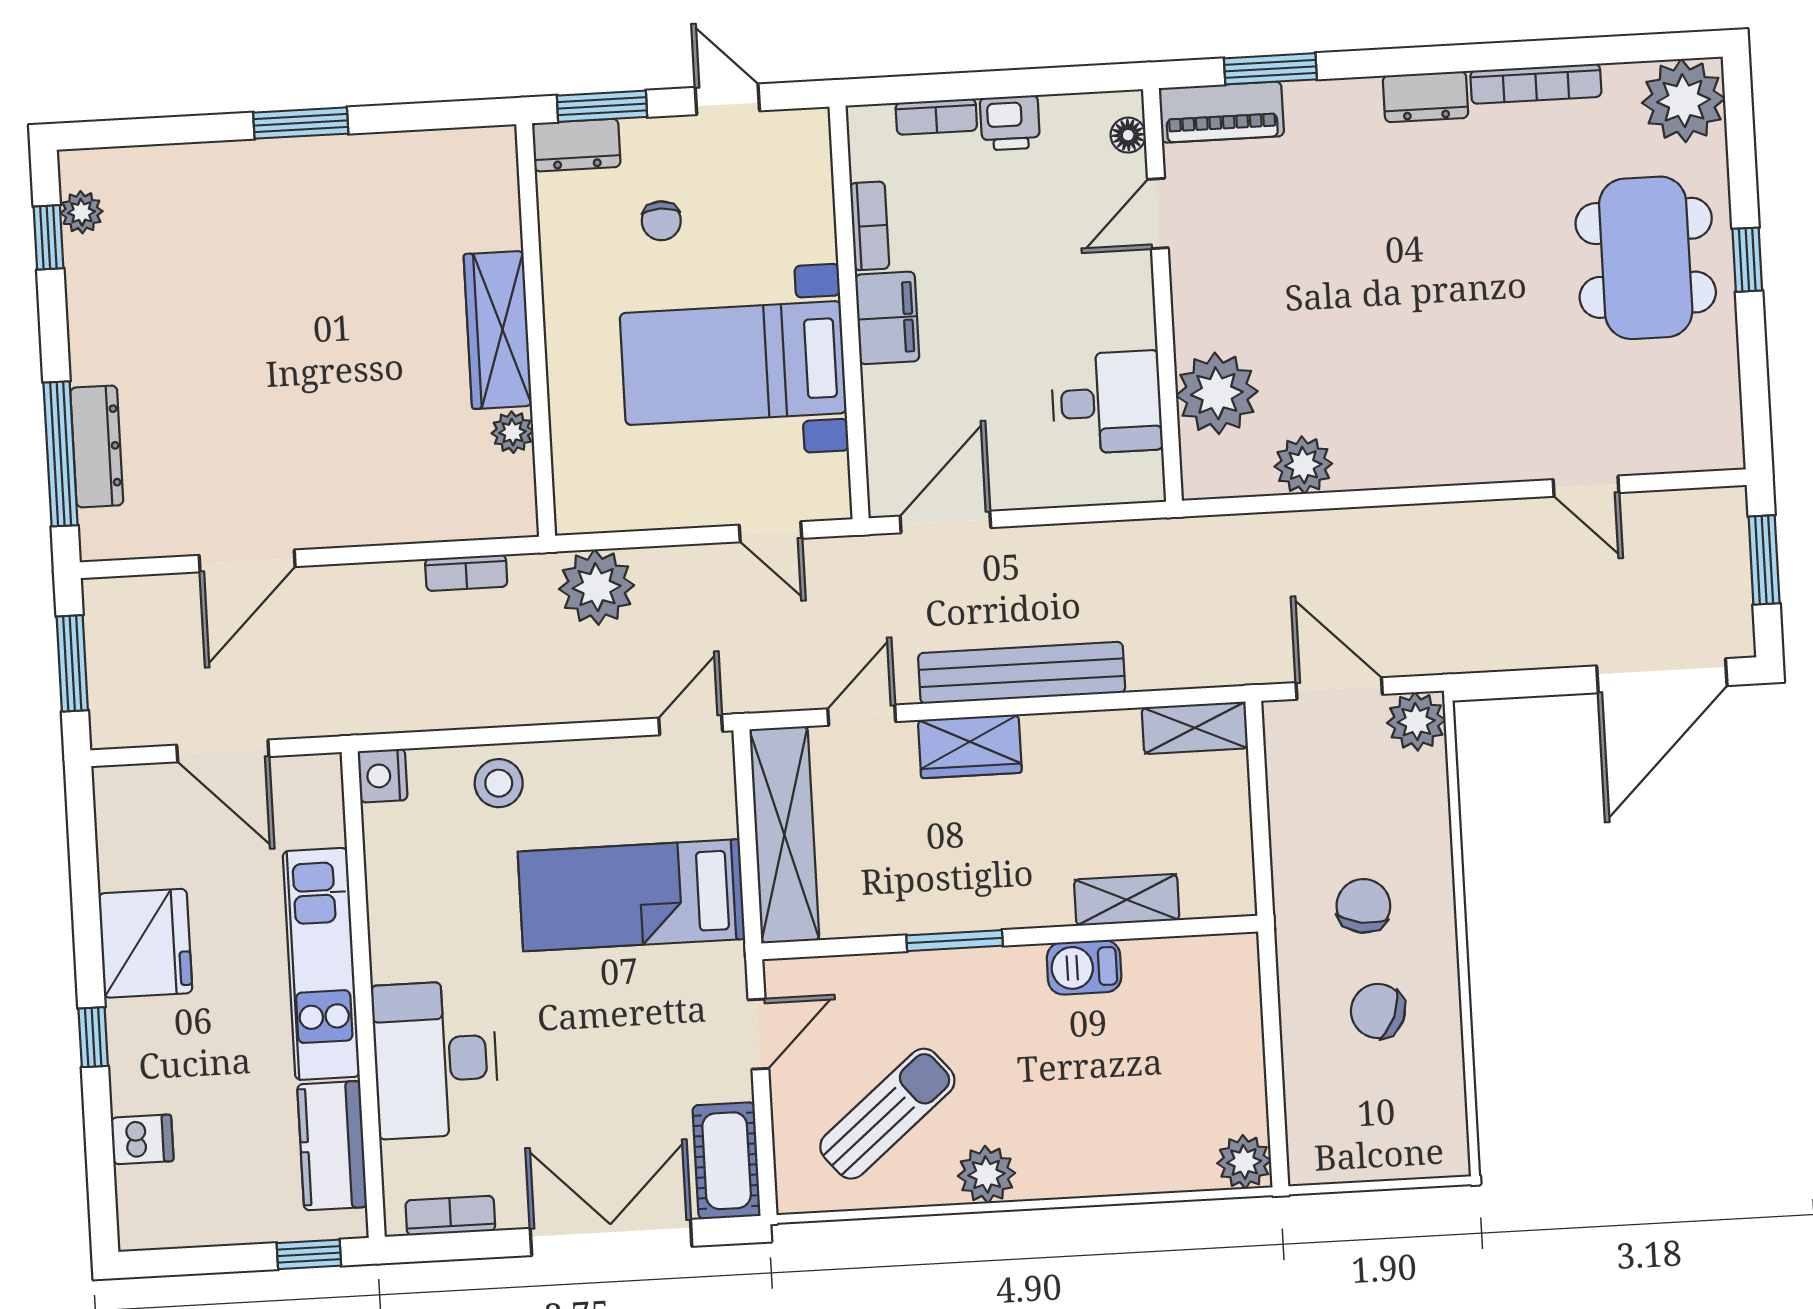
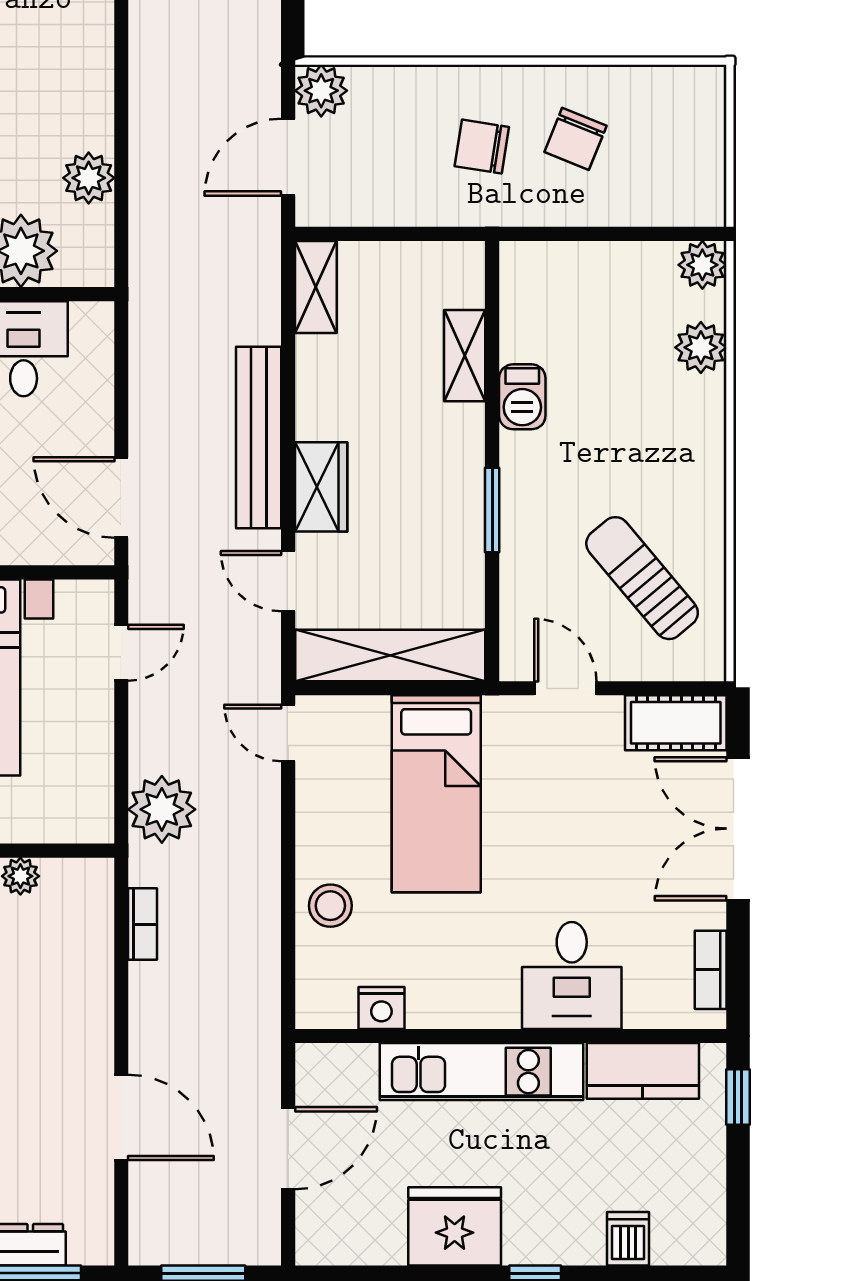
nightstand: (383, 776) -> (381, 1008), moved
desk: (435, 1059) -> (572, 975), width x0.73
plant: (986, 1174) -> (701, 347), moved

